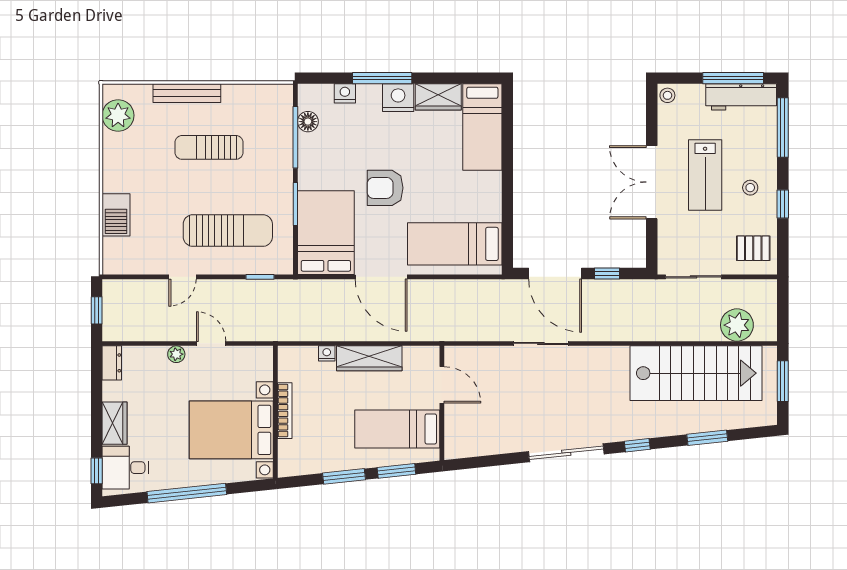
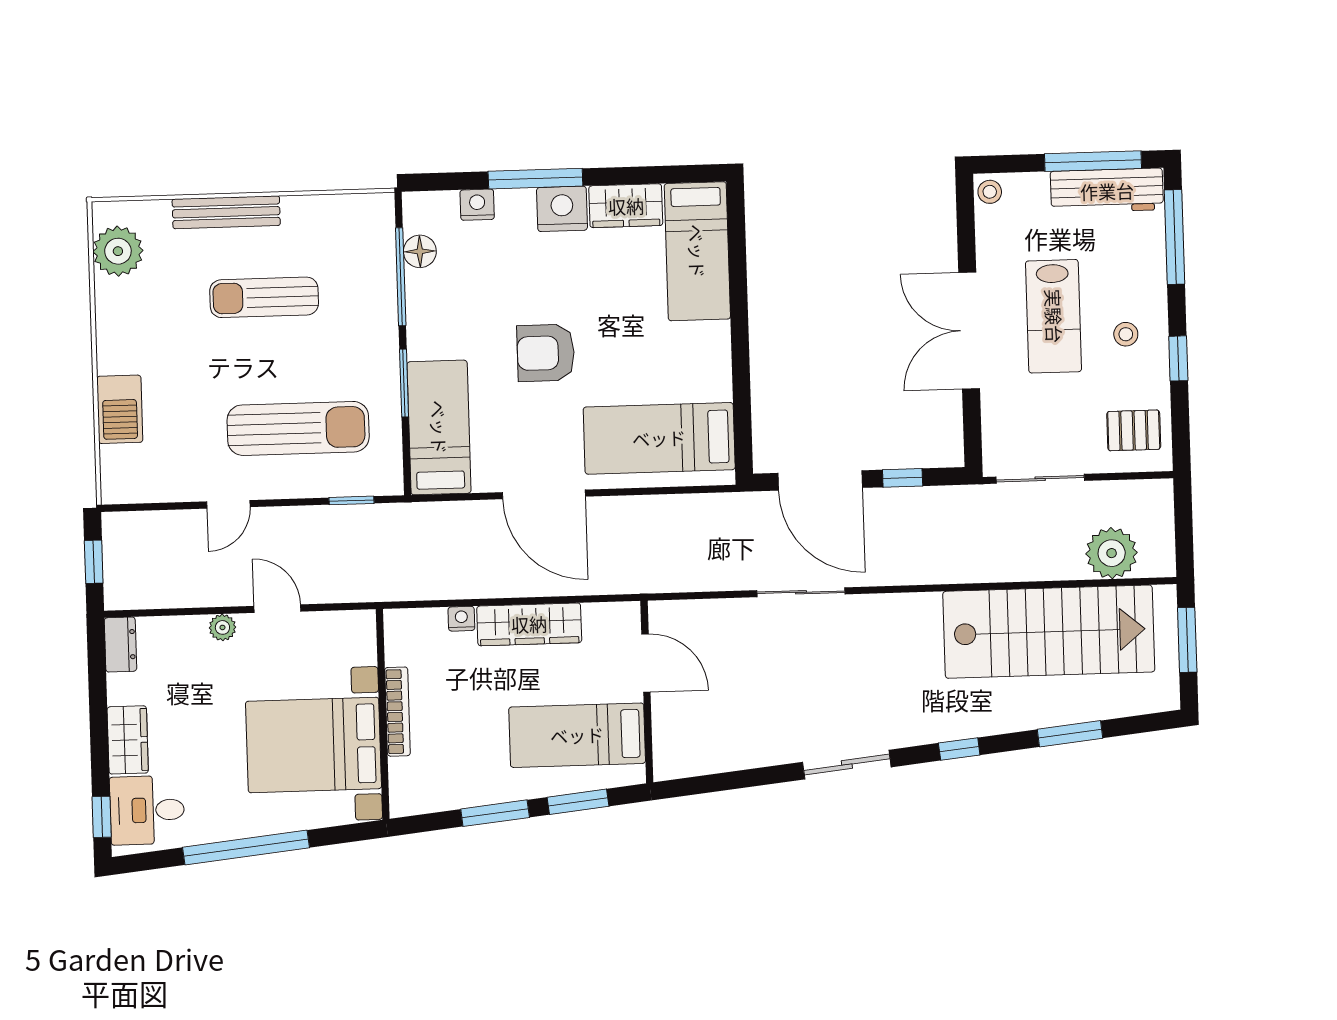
bed: (326, 233) -> (439, 427), width x0.67
sliding door: (566, 453) -> (847, 765), width x0.73

